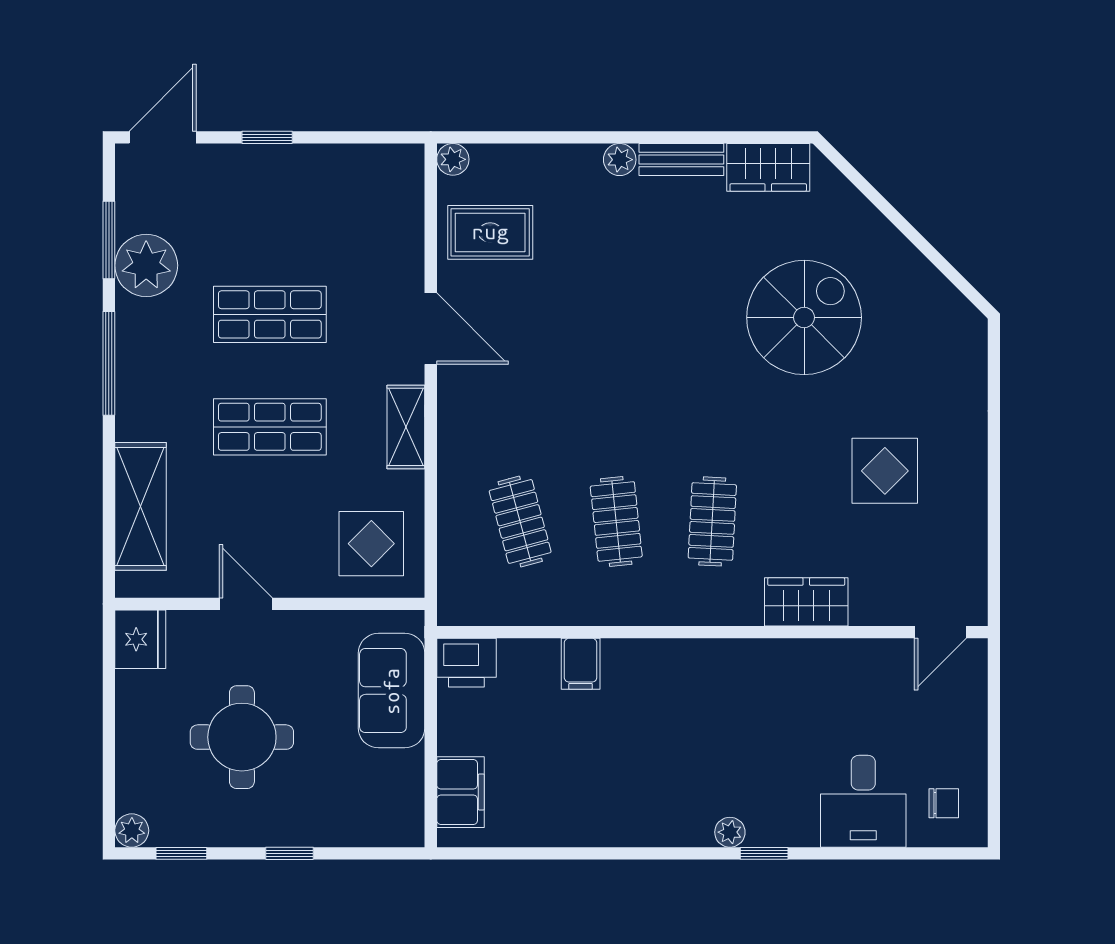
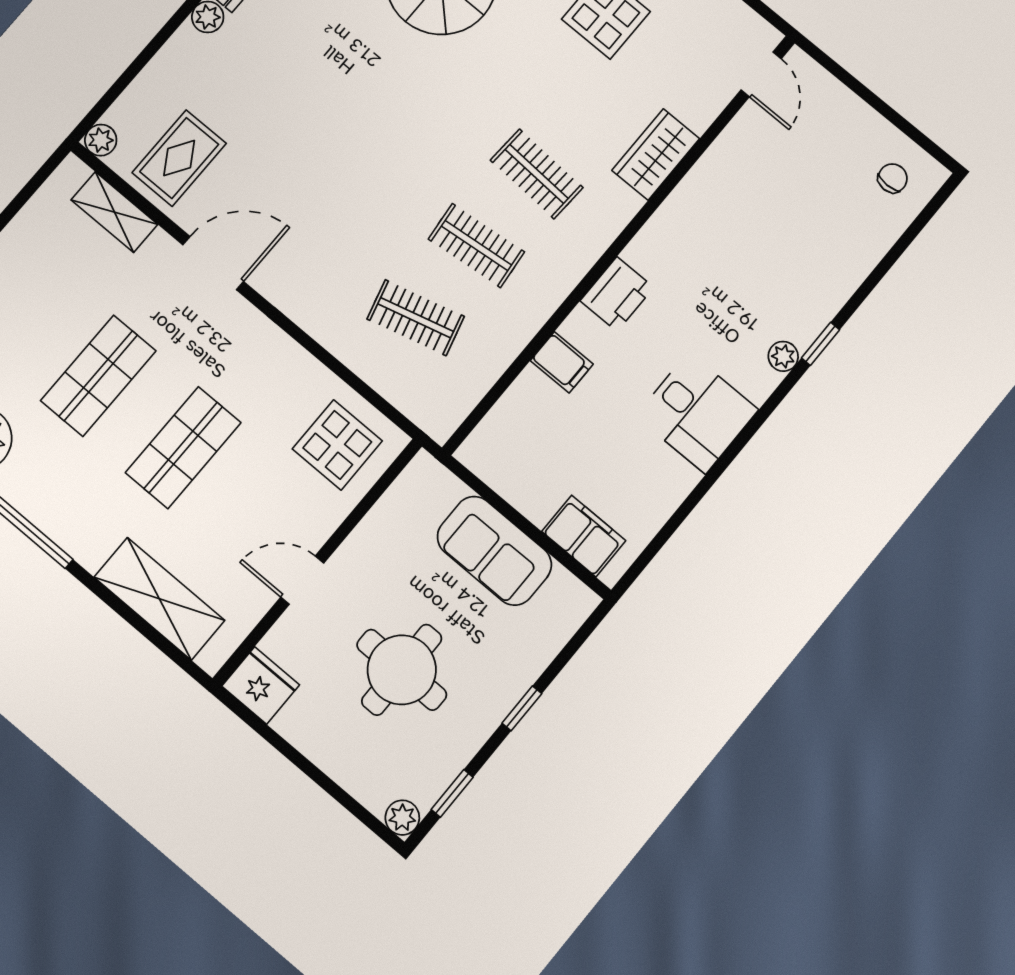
shelving: (406, 427) -> (114, 212), moved
printer: (466, 663) -> (617, 294), moved
sofa: (392, 691) -> (494, 551), moved
desk: (863, 801) -> (697, 413), moved

